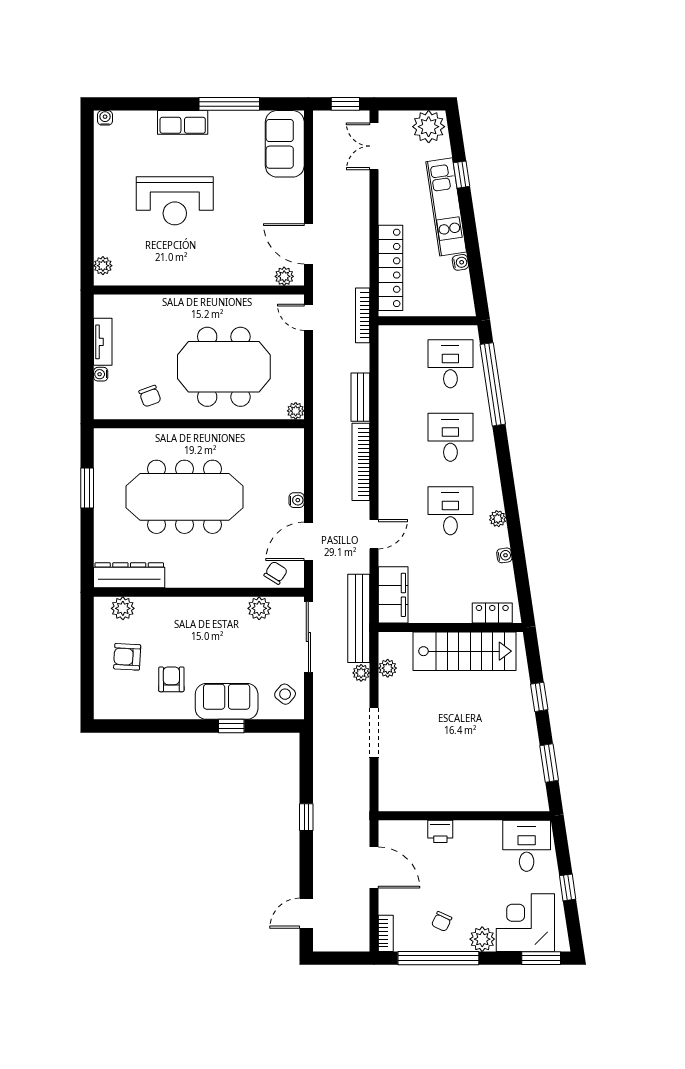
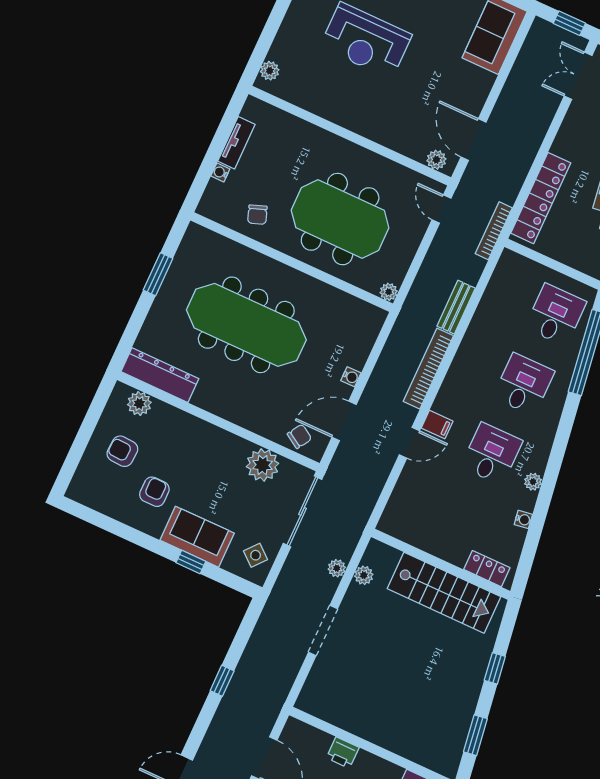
filing cabinet: (393, 595) -> (437, 425), moved, width x0.33, depth x0.86
plant: (259, 608) -> (263, 465), width x1.36, depth x1.36
bench: (359, 618) -> (358, 516), removed

